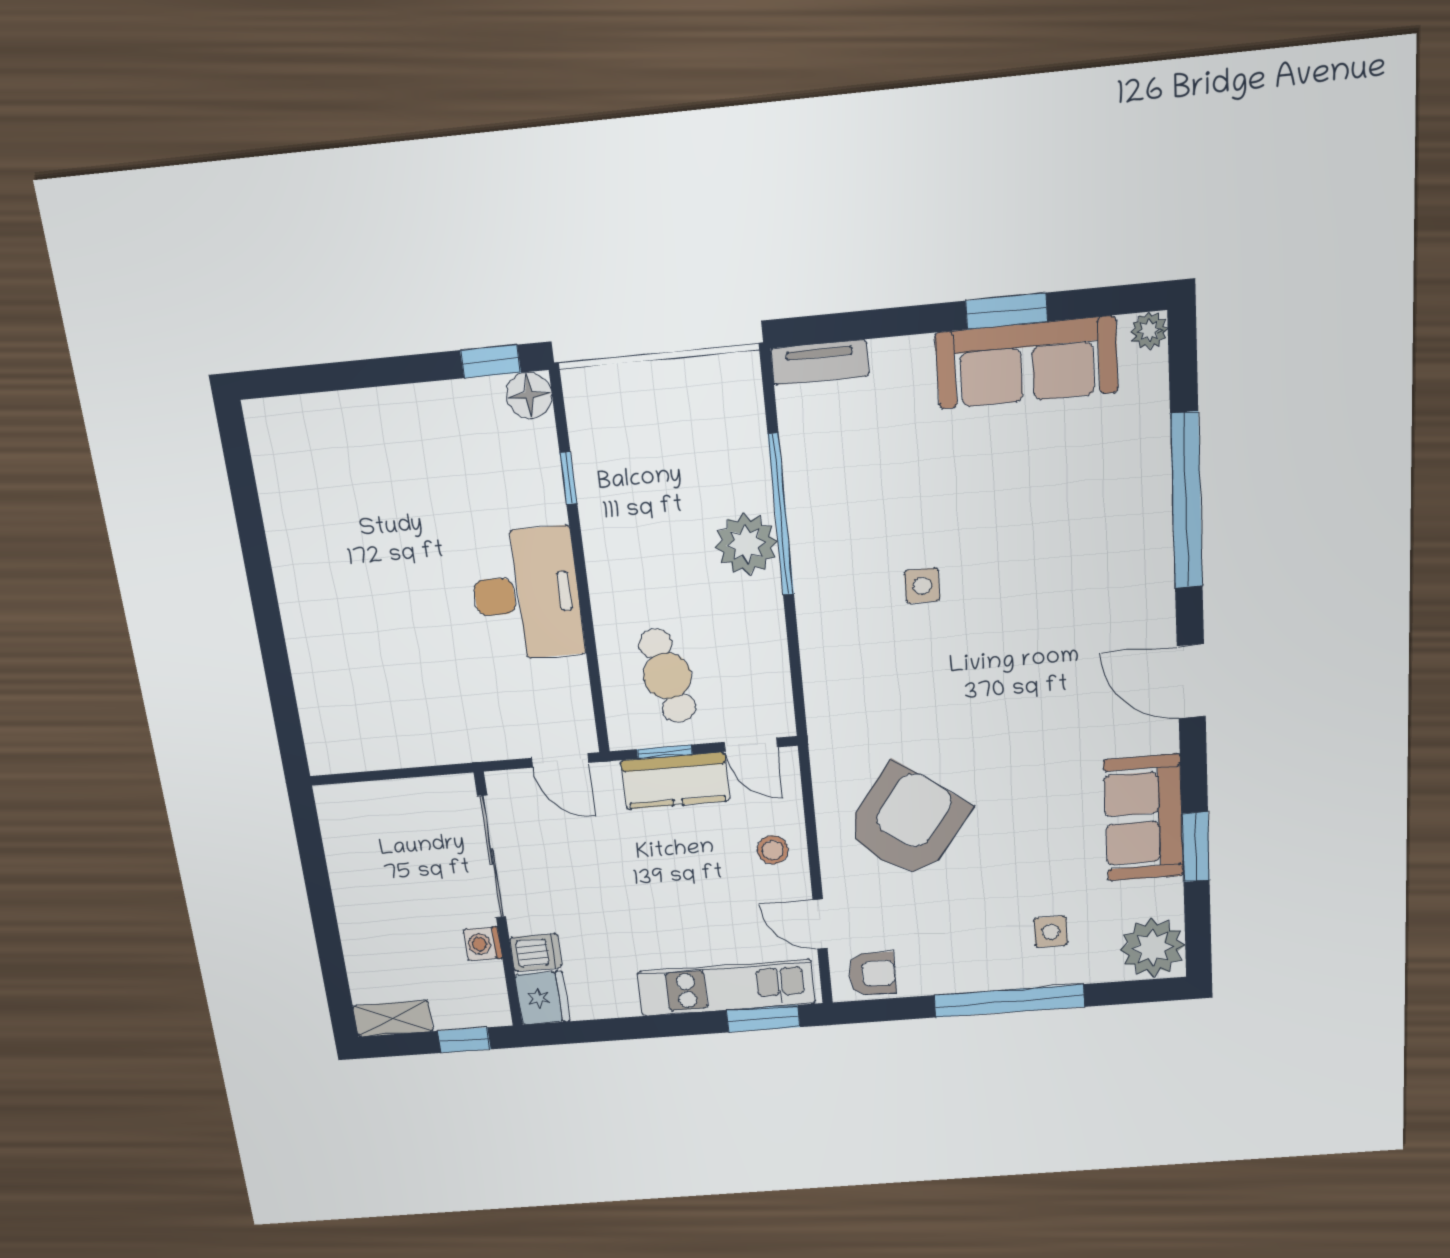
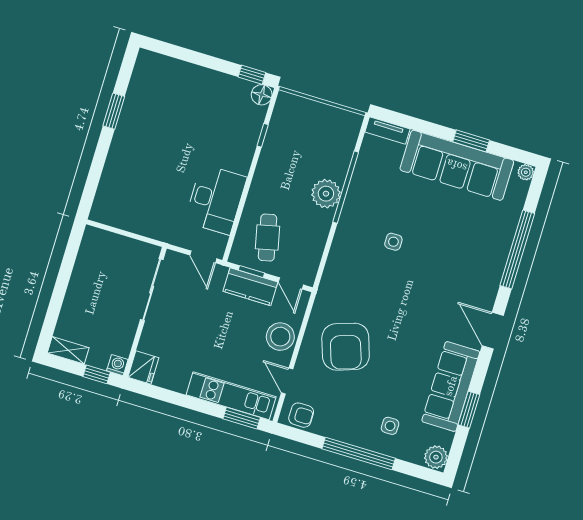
sofa: (1027, 363) -> (457, 165), width x1.36, depth x1.27
window: (255, 551) -> (114, 111), added
desk: (527, 594) -> (216, 199), moved
sofa: (1144, 818) -> (451, 386), width x1.36
armchair: (907, 821) -> (346, 347), turned 125
stool: (773, 850) -> (280, 337), width x1.89, depth x1.89
washing machine: (483, 944) -> (117, 365), moved, turned 90
plant: (1152, 948) -> (436, 457), width x0.73, depth x0.73
dishwasher: (536, 952) -> (151, 344), removed

